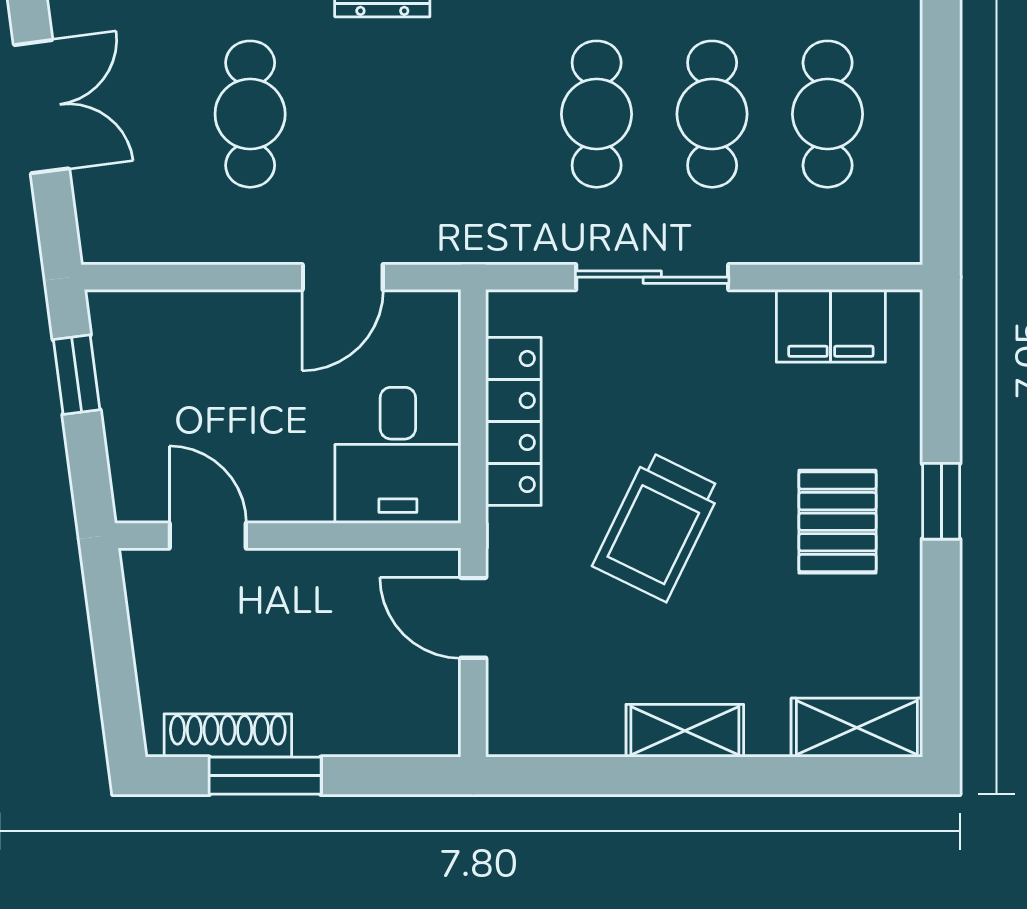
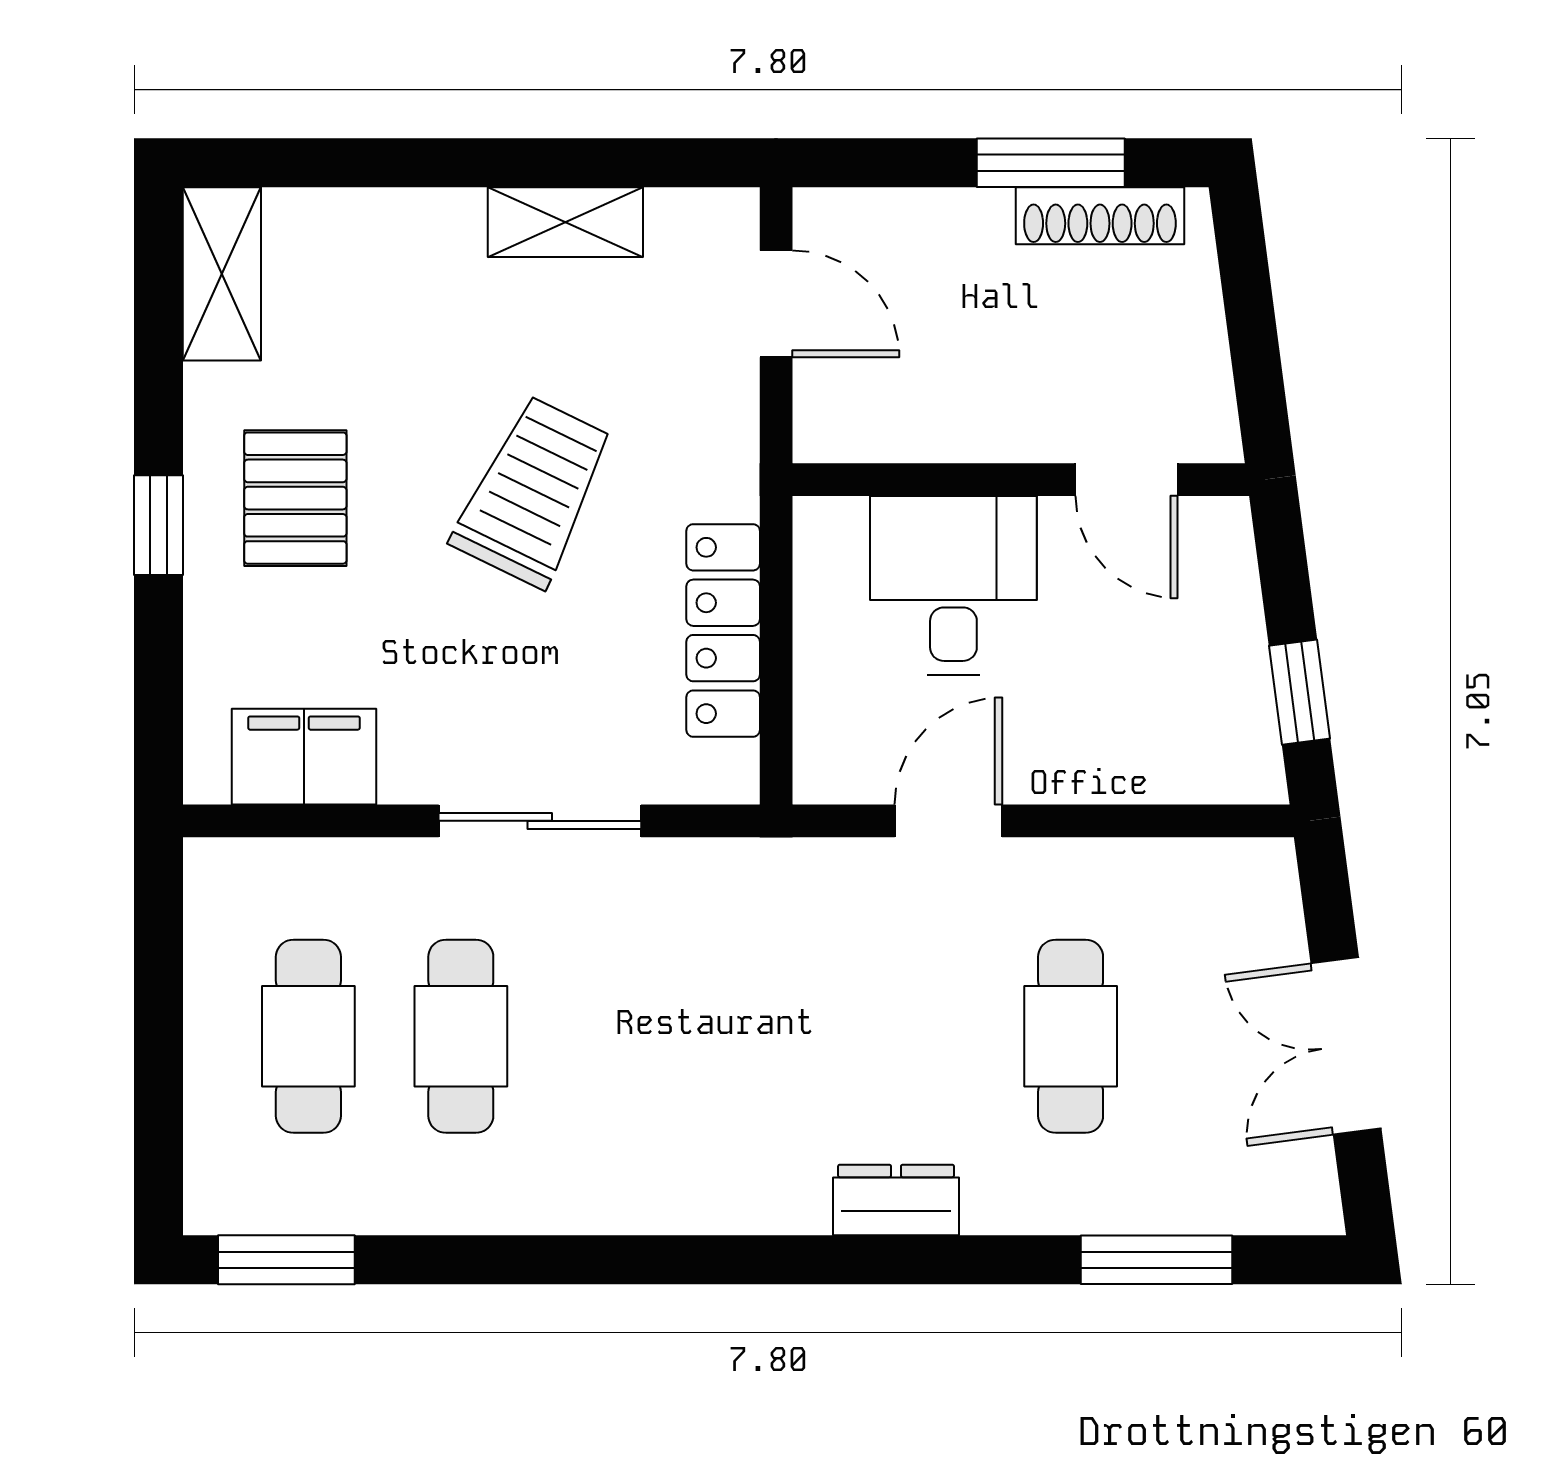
cafe table: (597, 114) -> (613, 1036), removed
desk: (398, 455) -> (953, 586), moved
door: (473, 618) -> (776, 304), moved
shelving: (857, 728) -> (222, 274), moved, turned 90
shelving: (685, 731) -> (565, 222), moved

